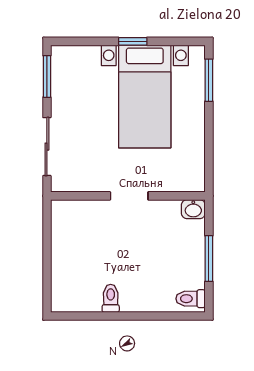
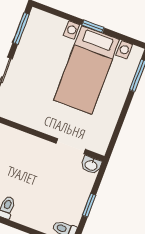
doorway: (129, 196) -> (71, 146), moved
window: (209, 259) -> (89, 205), width x0.67

